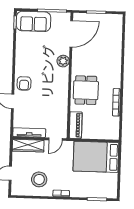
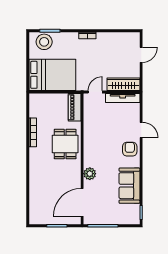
sofa: (33, 21) -> (129, 186), moved, turned -90
stool: (39, 179) -> (44, 42), moved

